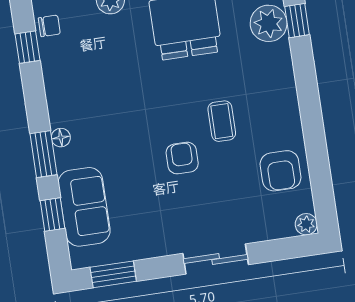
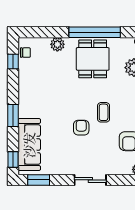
floor lamp: (61, 138) -> (23, 109), removed
sofa: (84, 207) -> (29, 145), width x1.36
window: (52, 214) -> (13, 160), moved

